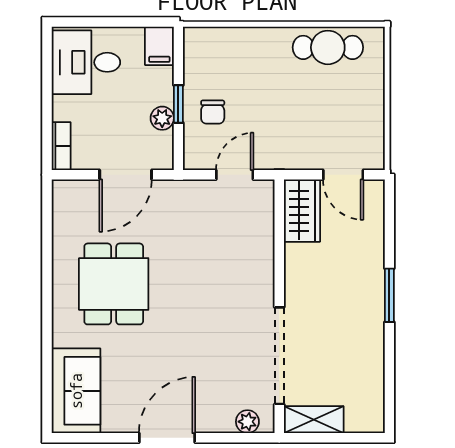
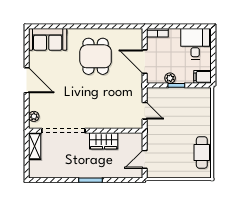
chair: (213, 112) -> (173, 101), removed
wardrobe: (302, 211) -> (104, 141), moved
dining table: (114, 284) -> (96, 56), turned 90

